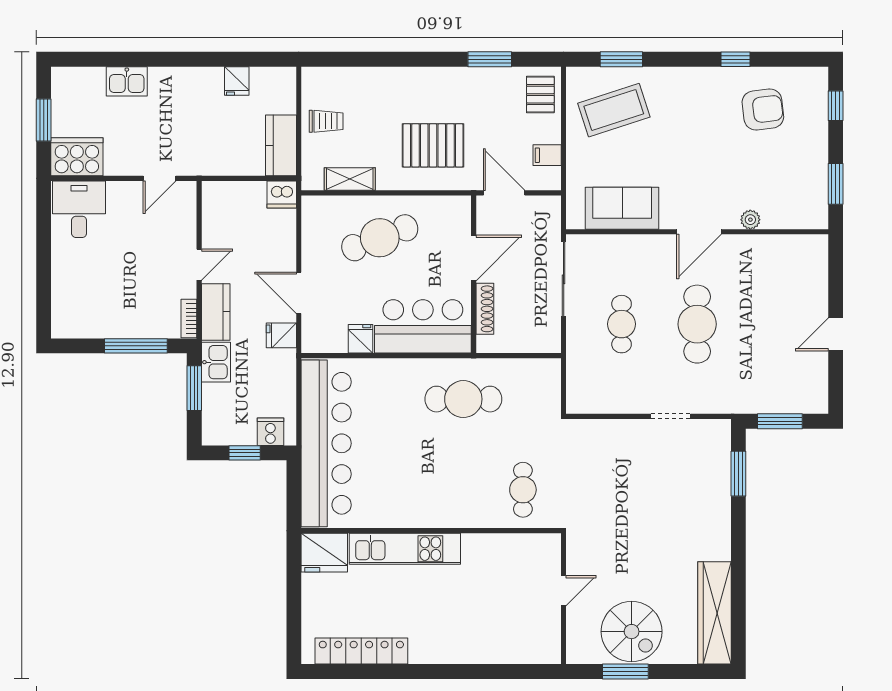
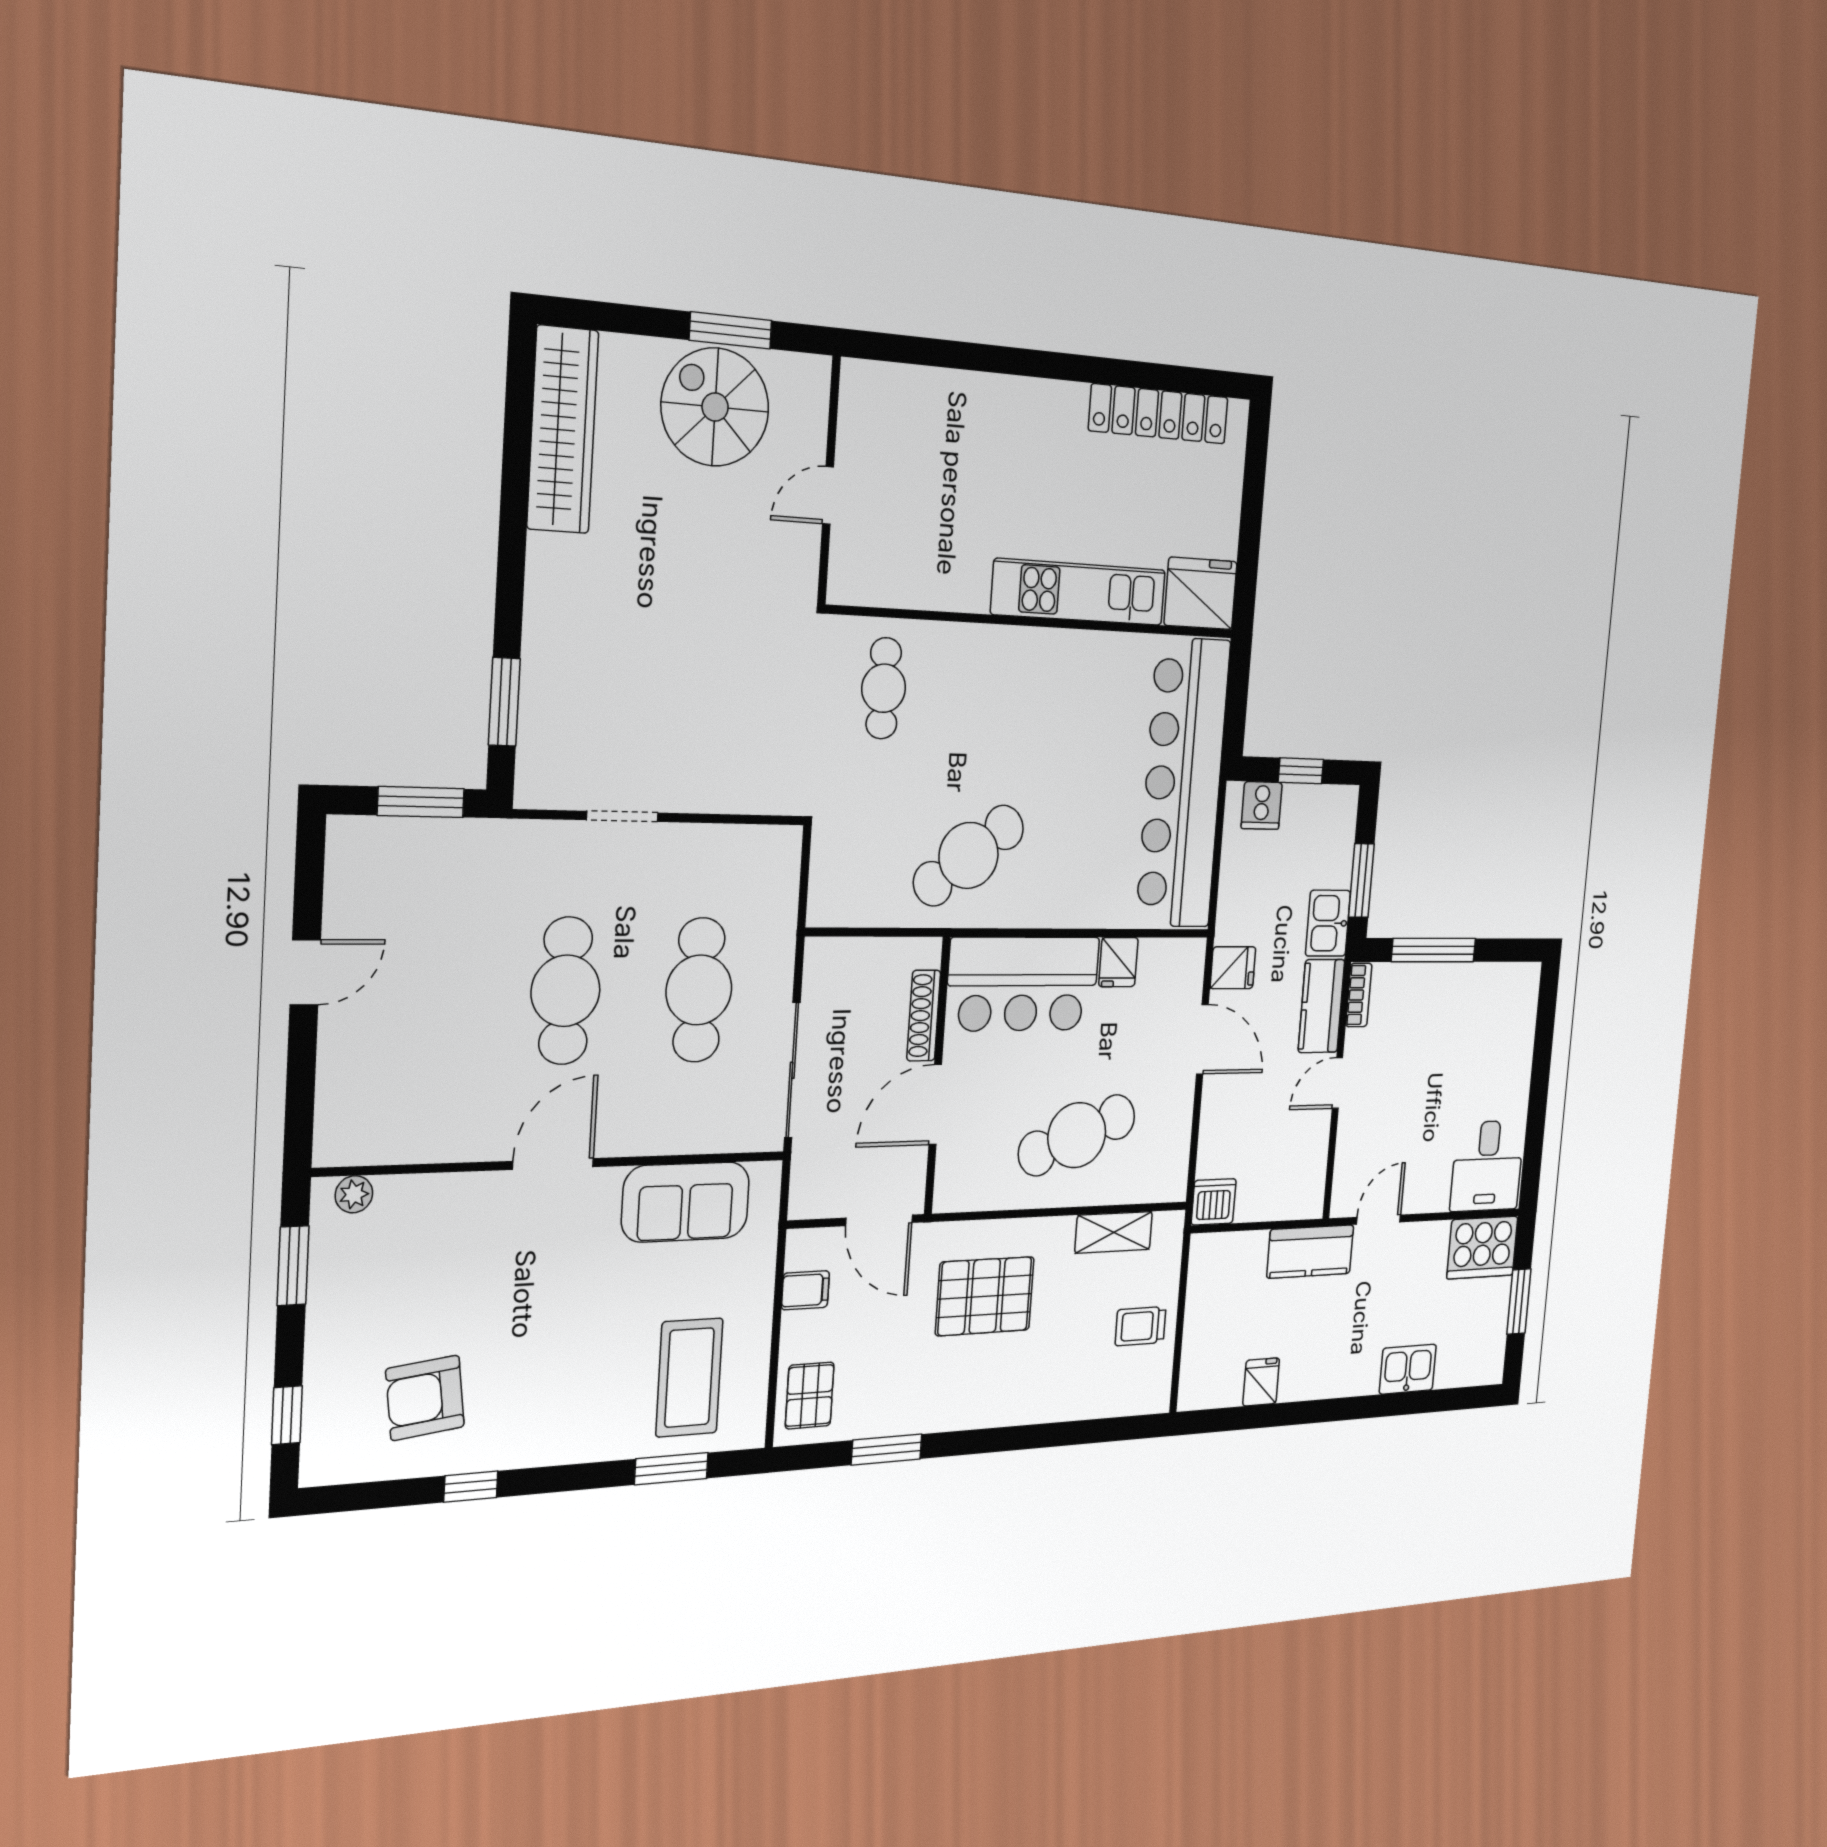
coffee table: (614, 110) -> (689, 1378), turned -72
kitchen counter: (281, 145) -> (1310, 1252), moved, turned 90
plant: (750, 220) -> (354, 1194), moved
cafe table: (622, 324) -> (699, 990), width x1.37, depth x1.35
cafe table: (463, 399) -> (969, 855), turned -37

